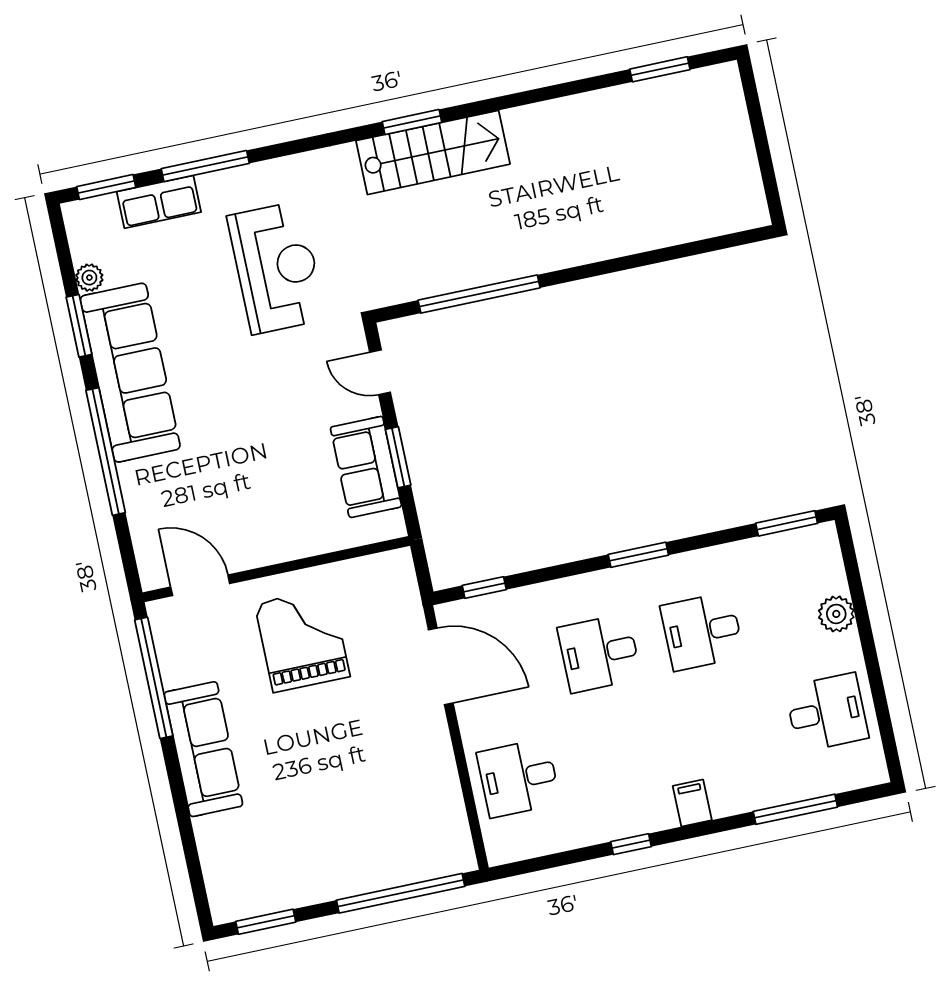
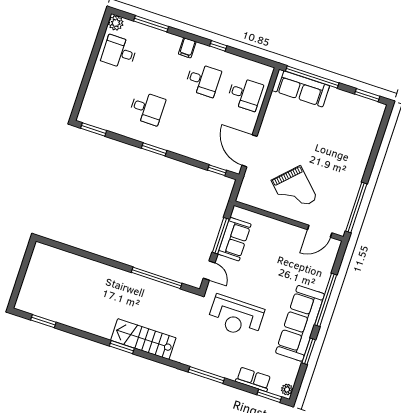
window: (412, 122) -> (122, 347), moved
window: (205, 166) -> (206, 375), moved
reception desk: (276, 268) -> (236, 317), moved, turned -90
plant: (89, 278) -> (287, 389), moved
window: (398, 457) -> (221, 236), width x1.44
door: (200, 585) -> (320, 231), hinge flipped
plant: (836, 614) -> (116, 23), moved
grand piano: (302, 640) -> (294, 190), turned -45
desk: (599, 653) -> (203, 80), moved
sofa: (203, 749) -> (301, 88), moved, turned -90

